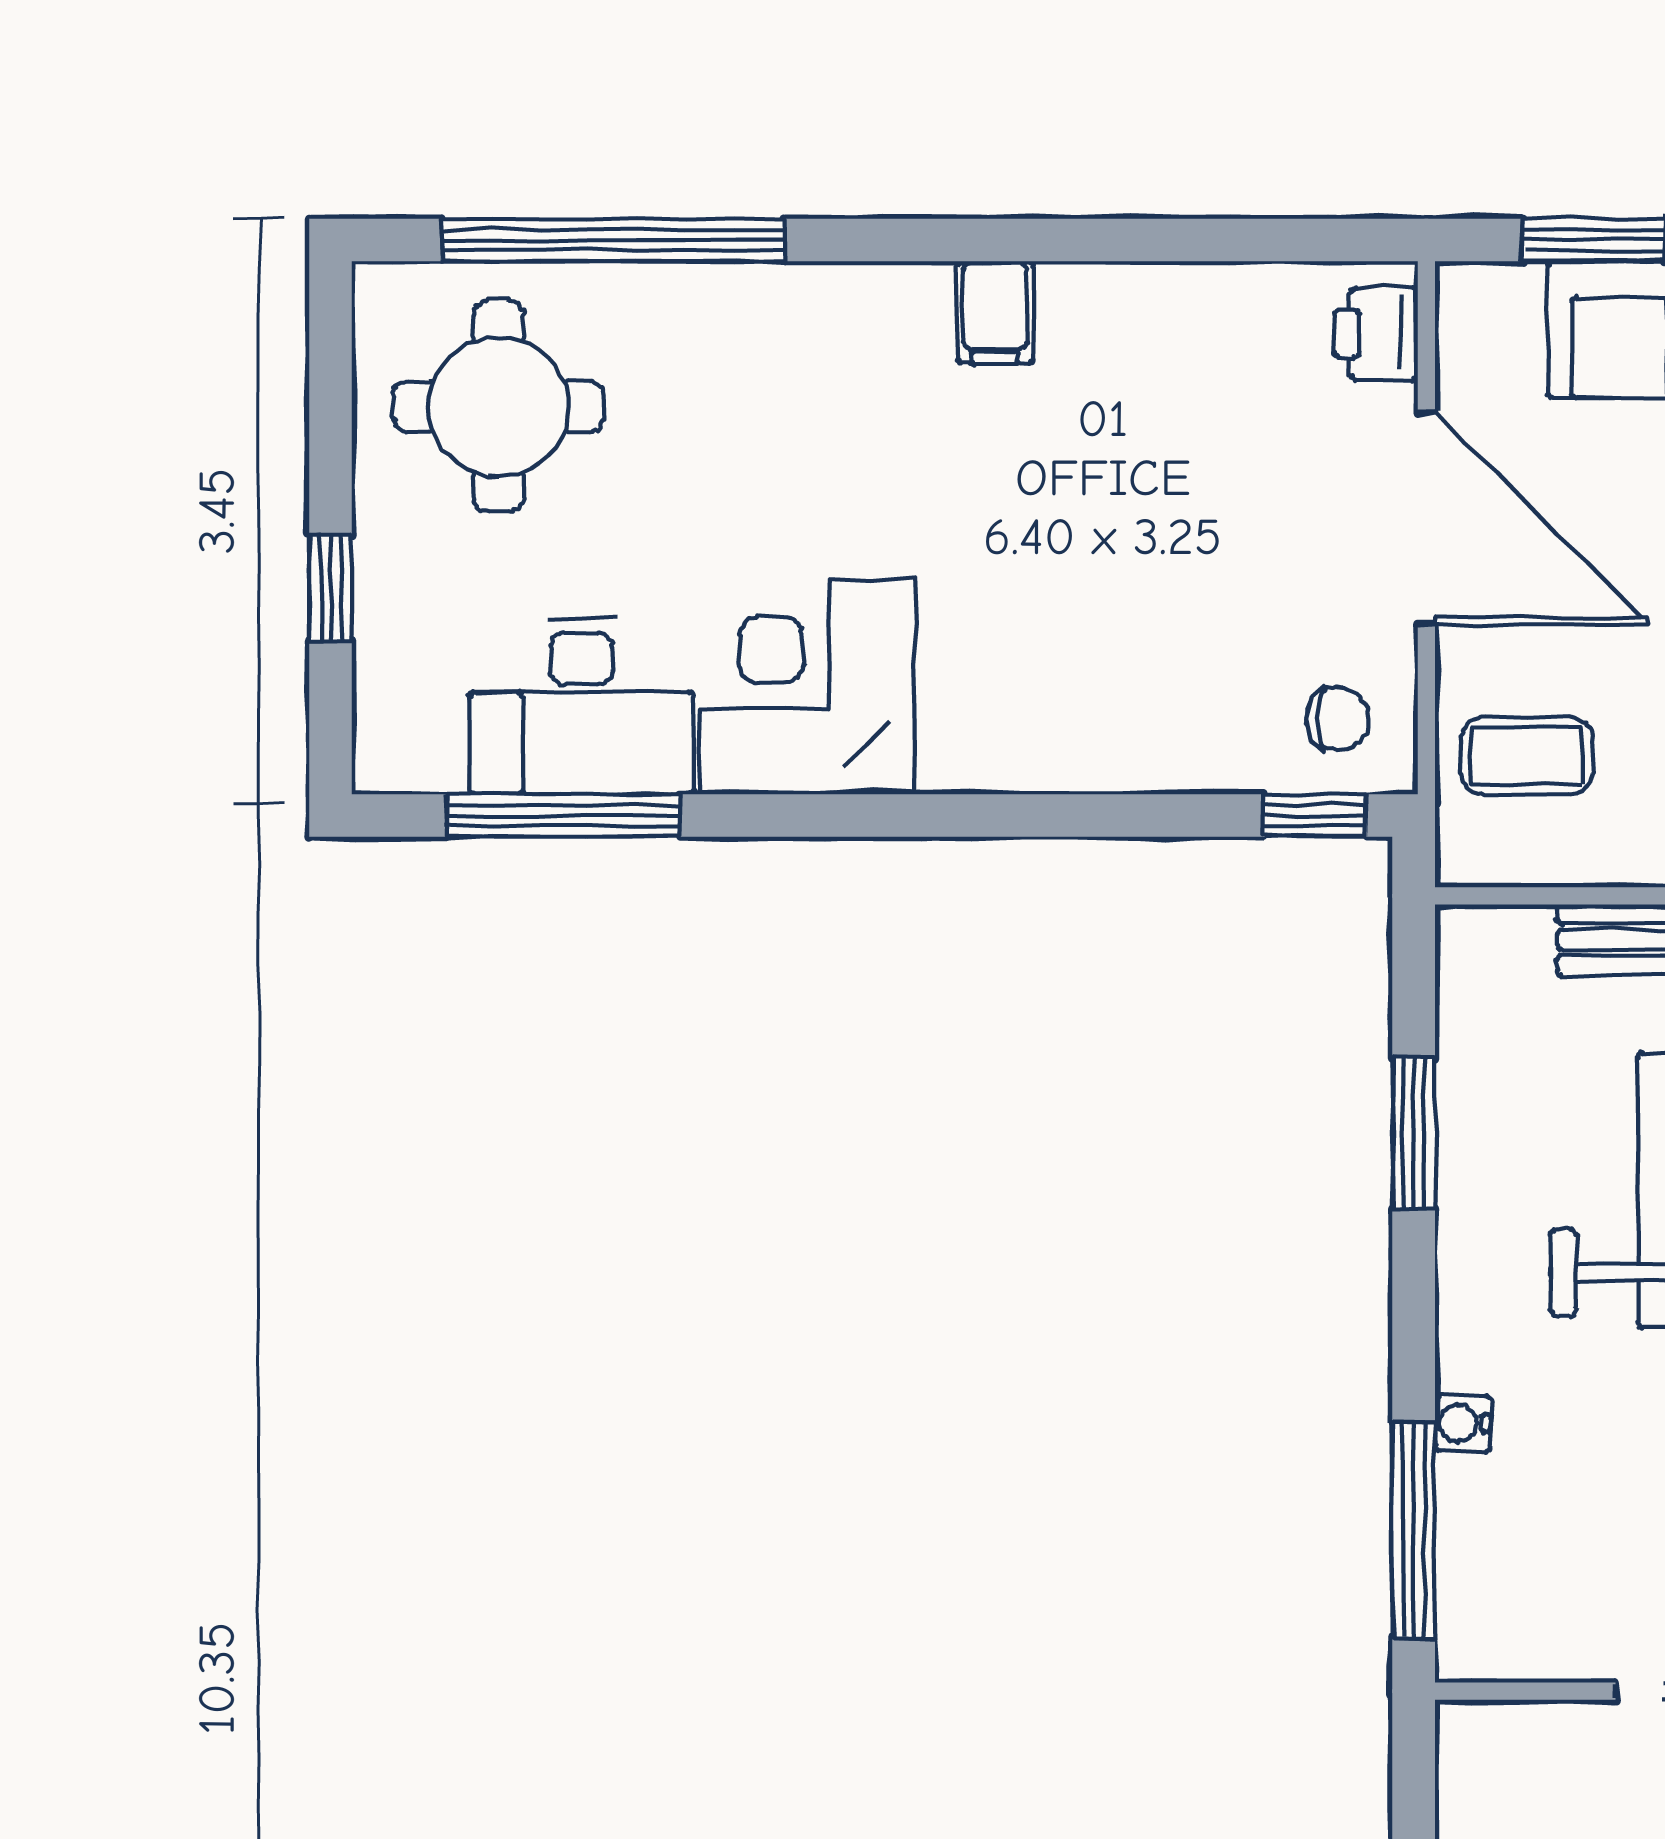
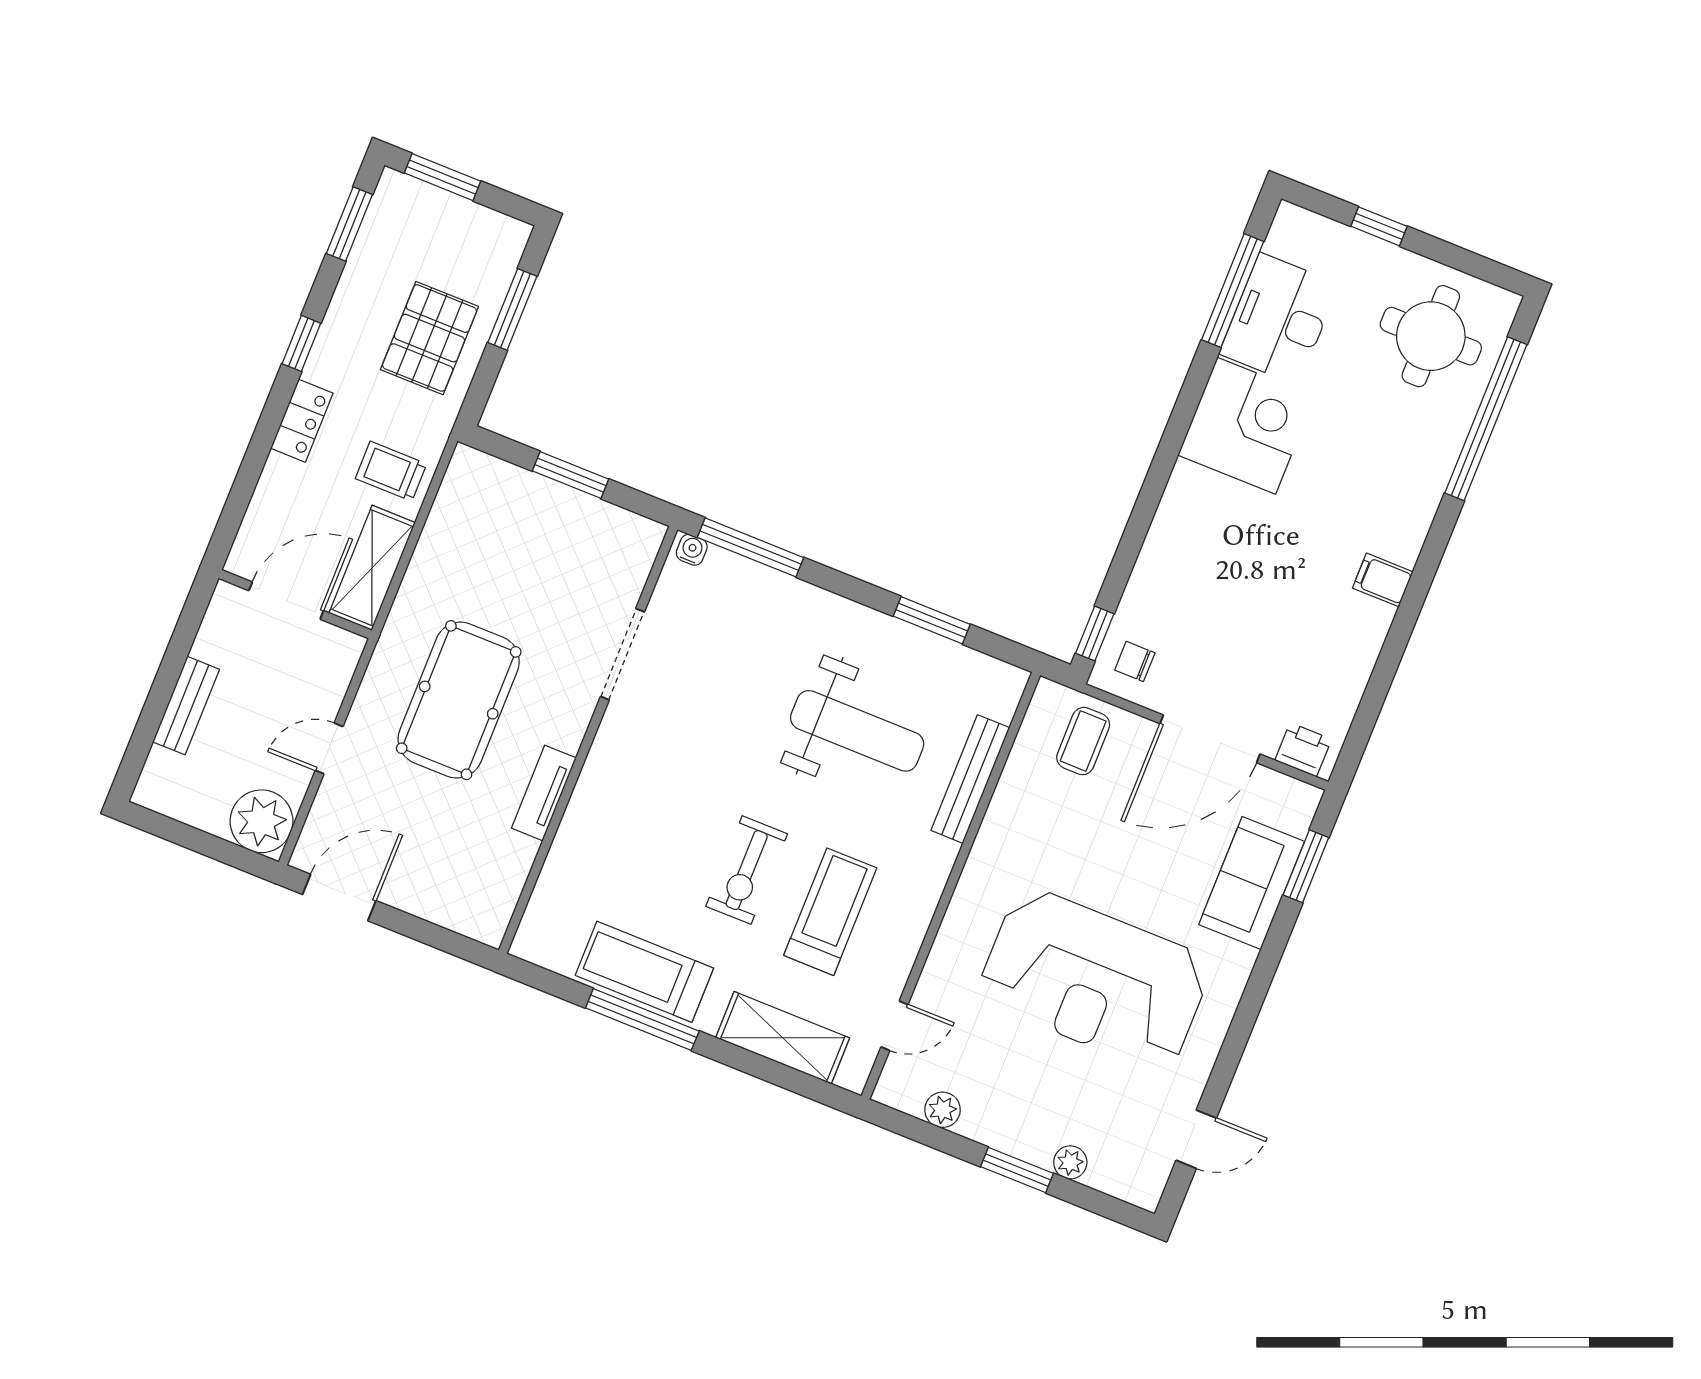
chair: (1337, 719) -> (1135, 661), turned 90
water cooler: (1463, 1423) -> (692, 550), moved

